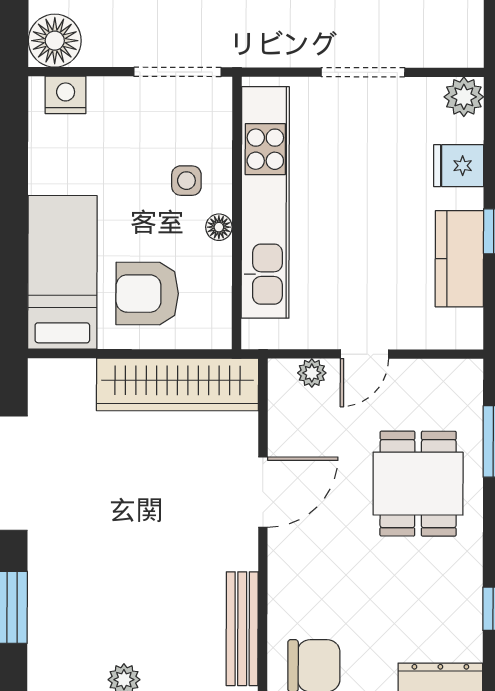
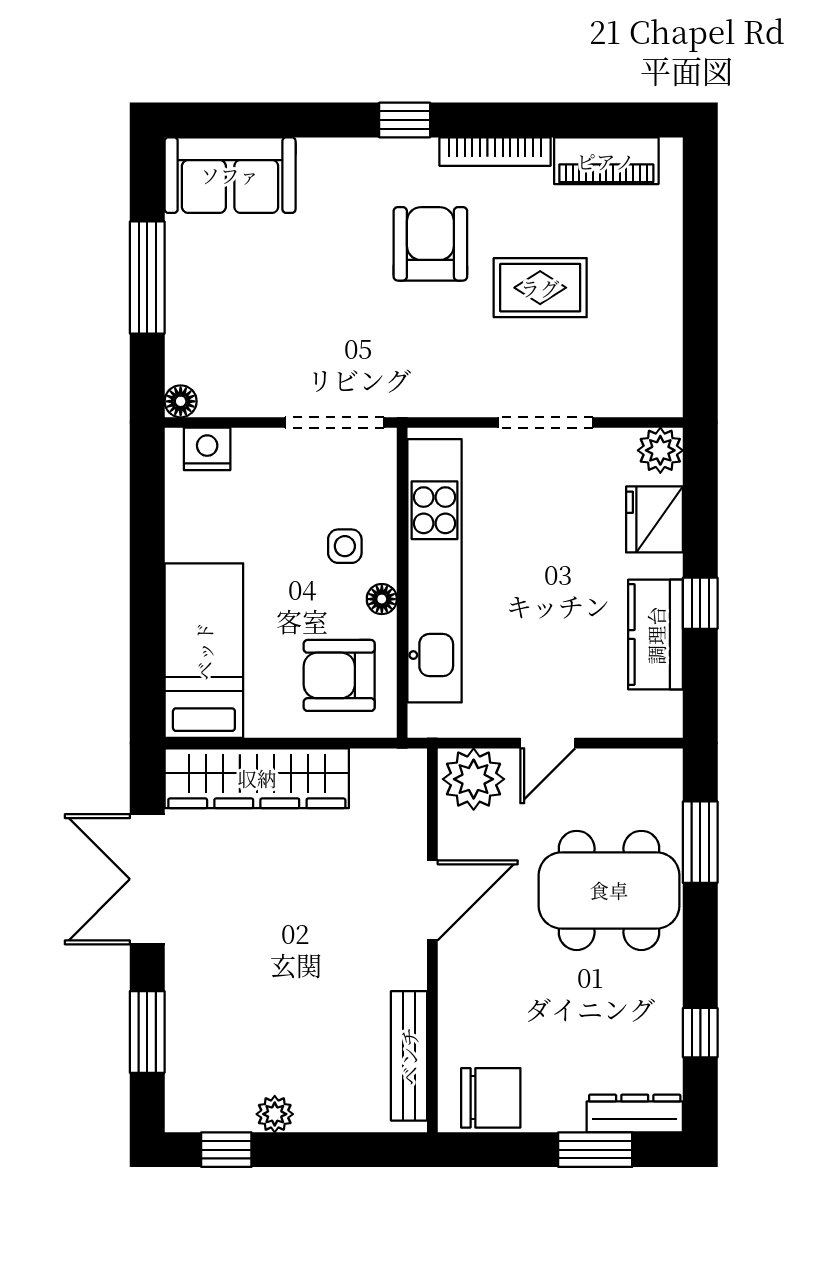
floor lamp: (55, 41) -> (181, 401), width x0.53, depth x0.53
fridge: (459, 166) -> (654, 519), width x1.38
armchair: (147, 294) -> (339, 675), moved
plant: (312, 373) -> (474, 779), width x1.87, depth x1.87
wardrobe: (177, 385) -> (257, 778), moved
dining table: (418, 484) -> (609, 890), width x1.38

